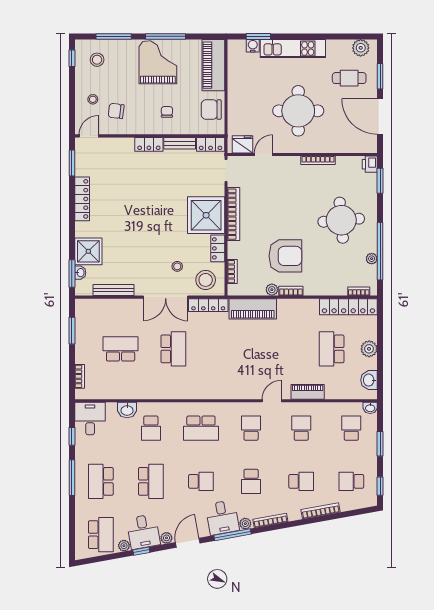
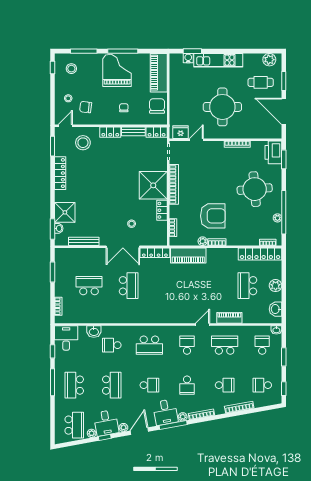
chair: (211, 110) -> (157, 106), turned 90
printer: (370, 164) -> (273, 152), width x1.87, depth x1.48
stool: (206, 280) -> (83, 143), moved
school desk: (151, 428) -> (112, 345), turned 90
school desk: (301, 428) -> (225, 345), width x1.85

